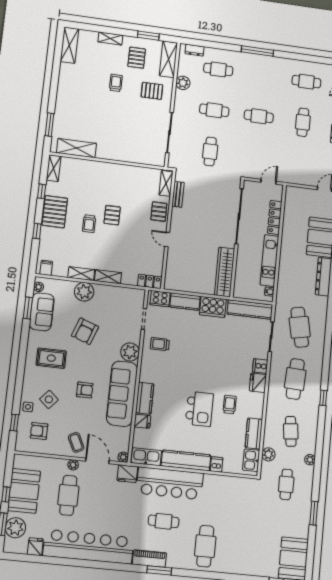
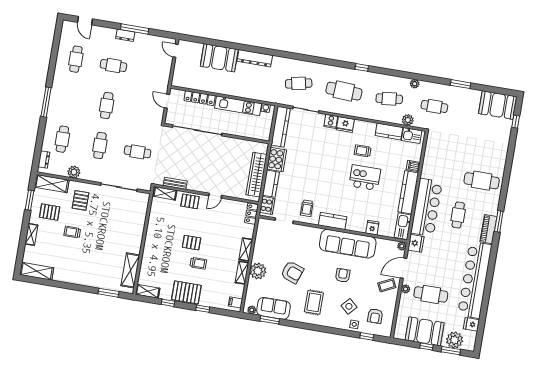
wardrobe: (225, 272) -> (256, 175), moved, turned 90
cafe table: (300, 327) -> (299, 83), width x0.73, depth x0.74
plant: (130, 352) -> (312, 235), removed
kitchen counter: (145, 398) -> (333, 221), moved

